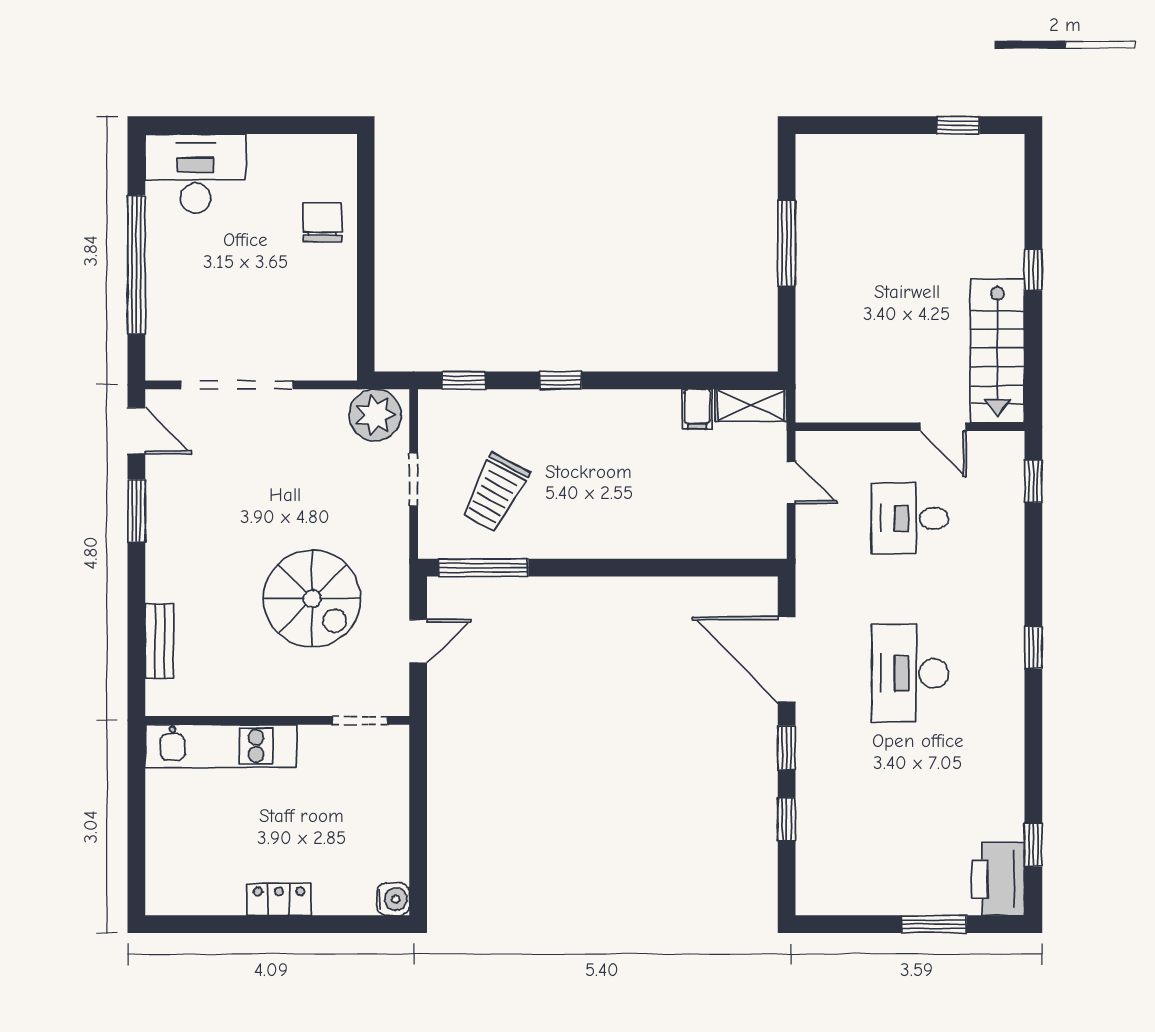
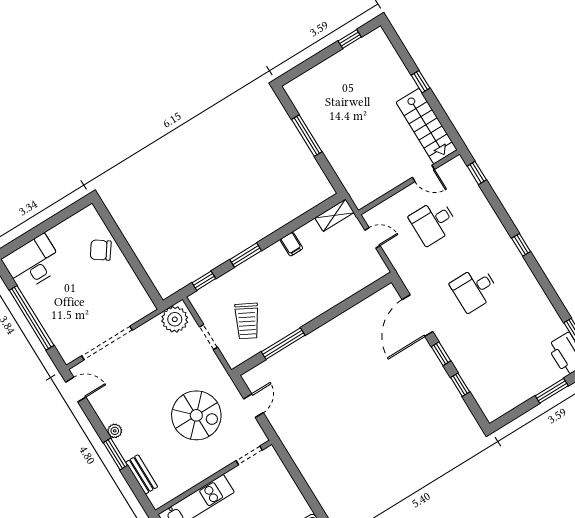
chair: (322, 222) -> (101, 250), turned -55
window: (561, 380) -> (246, 255), width x1.50
filing cabinet: (697, 409) -> (291, 244), moved
window: (136, 511) -> (115, 454), moved
plant: (159, 540) -> (115, 431), added
window: (483, 568) -> (283, 344), moved
door: (787, 659) -> (418, 316), hinge flipped
desk: (910, 673) -> (474, 289), width x0.73

